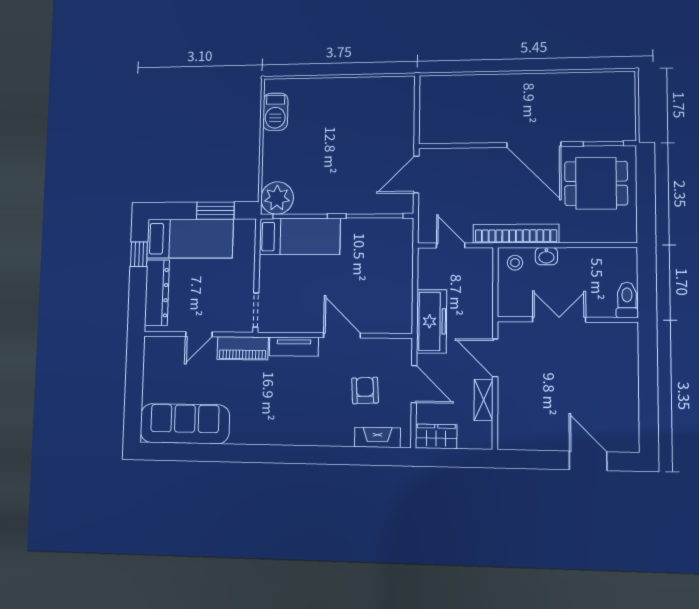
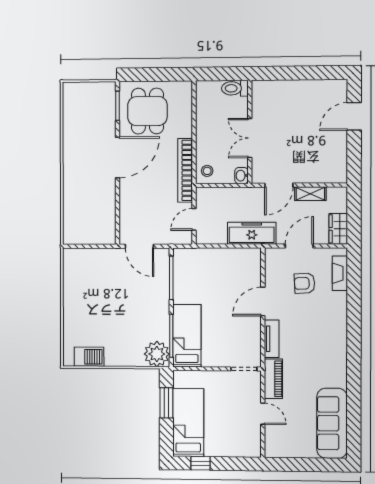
washbasin: (546, 256) -> (241, 176), moved, turned 180
dresser: (157, 293) -> (230, 448), removed

